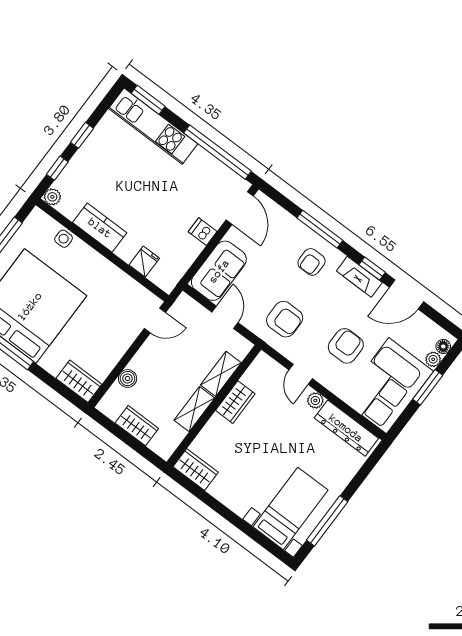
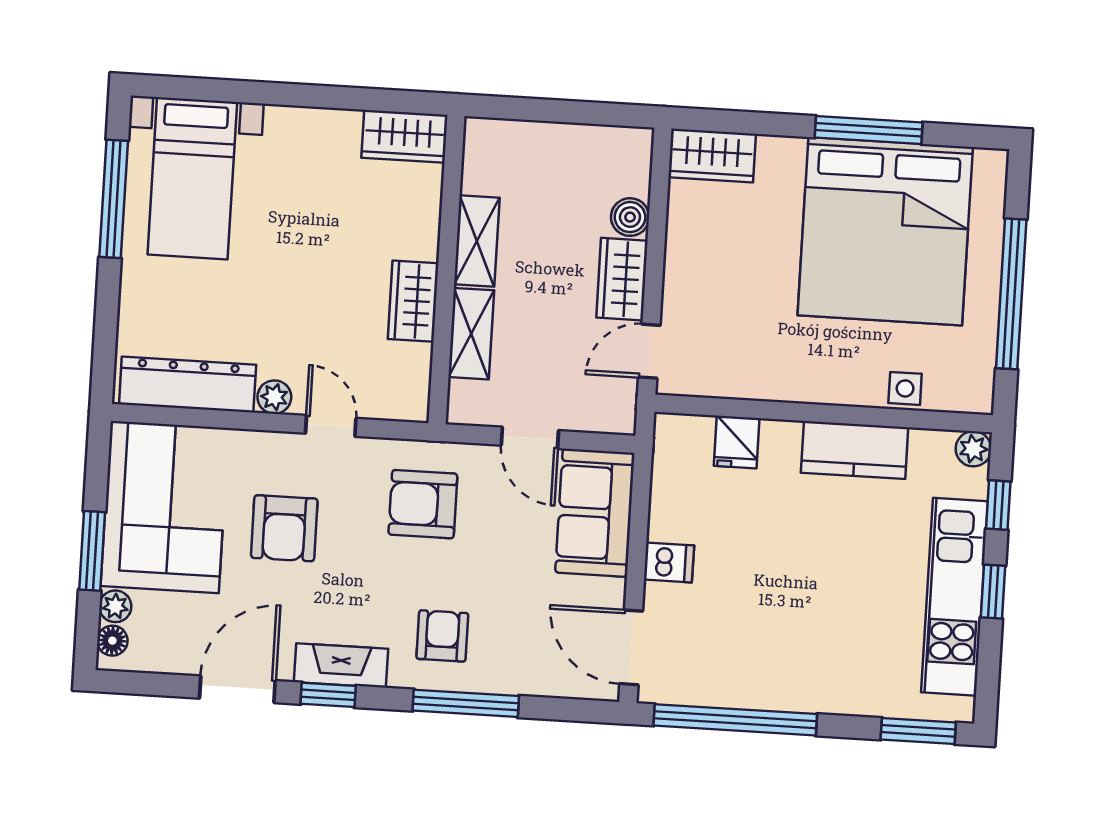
kitchen unit: (153, 126) -> (955, 597), moved, turned -90
wardrobe: (137, 426) -> (622, 279), moved, turned 90

